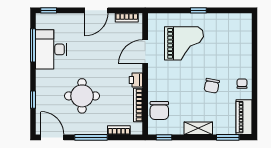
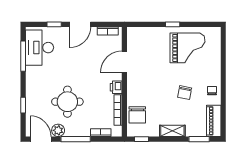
window: (49, 10) -> (54, 24), moved
grand piano: (184, 43) -> (187, 48), moved
desk: (51, 49) -> (40, 48), moved
plant: (72, 128) -> (58, 130), added

